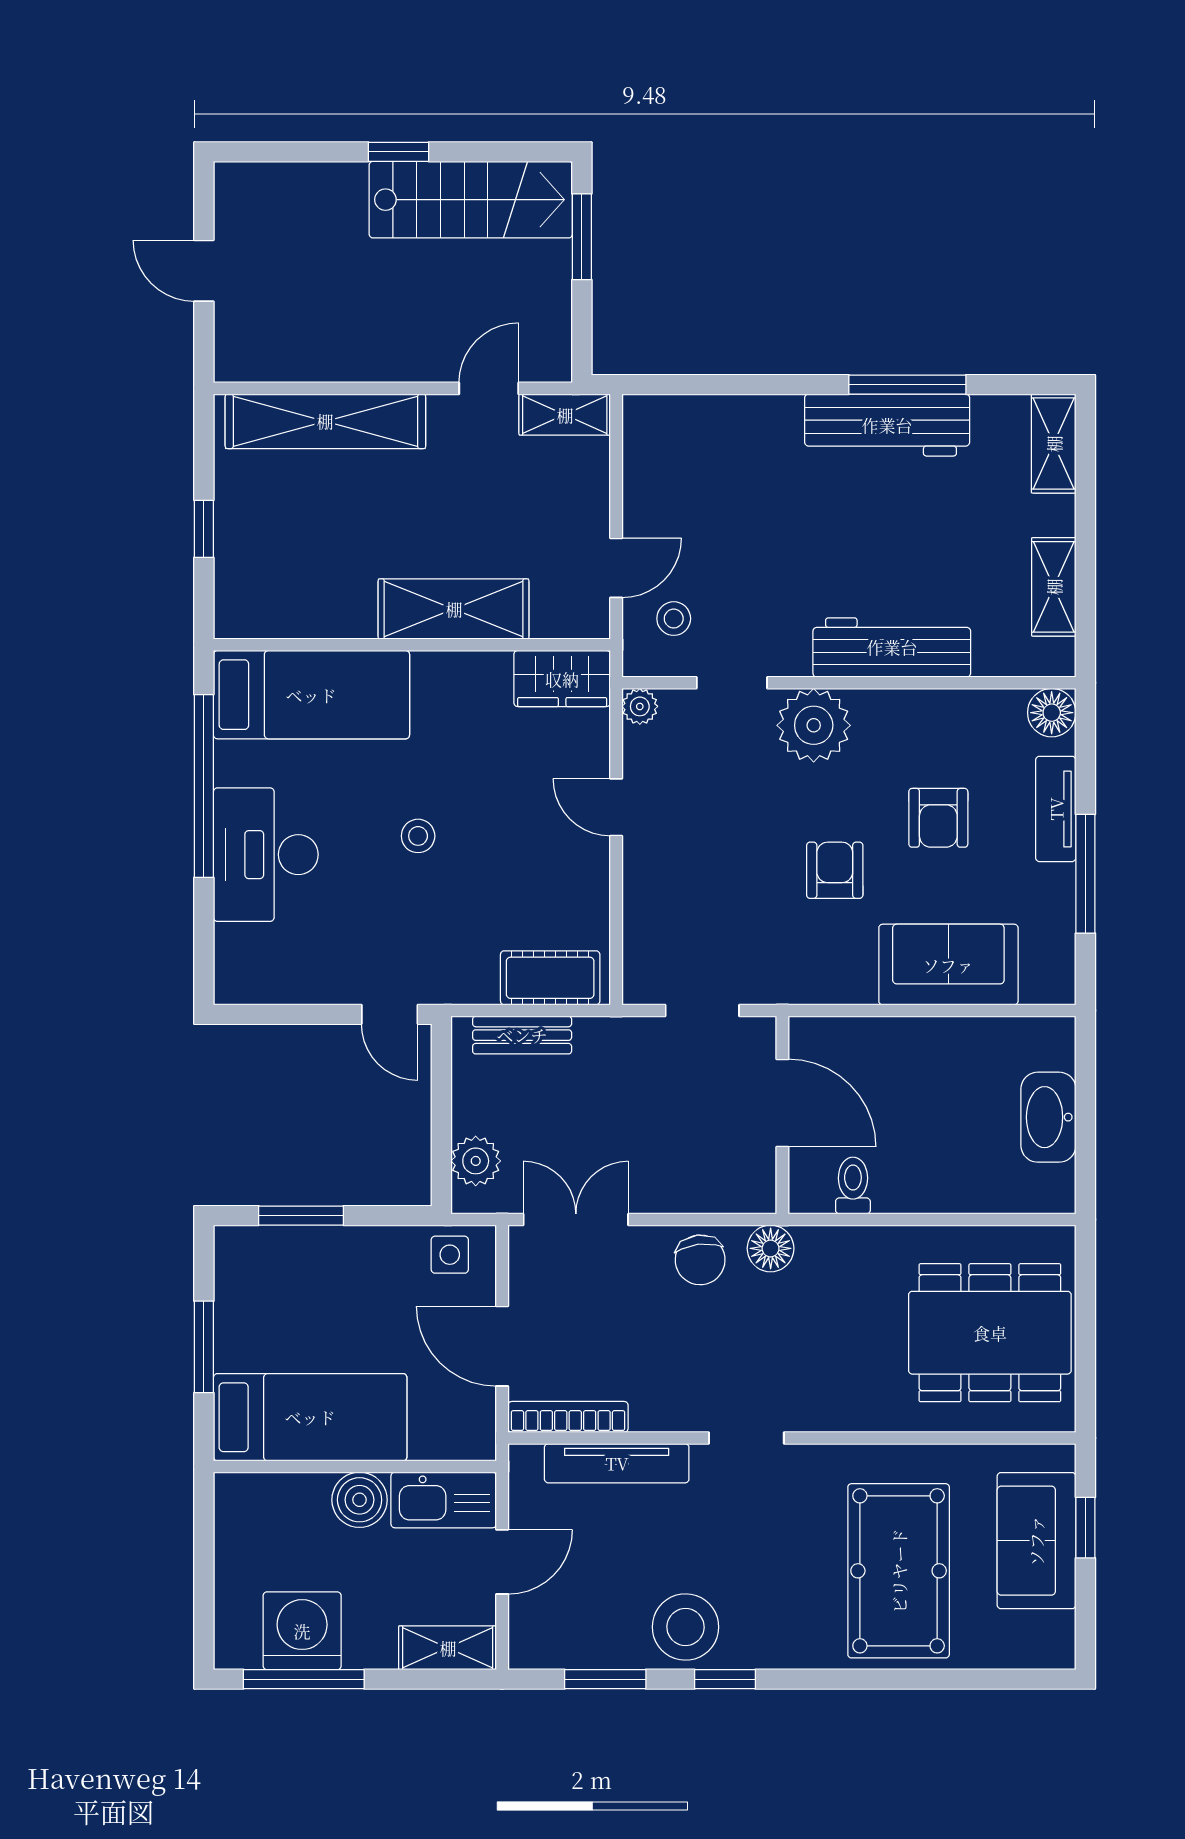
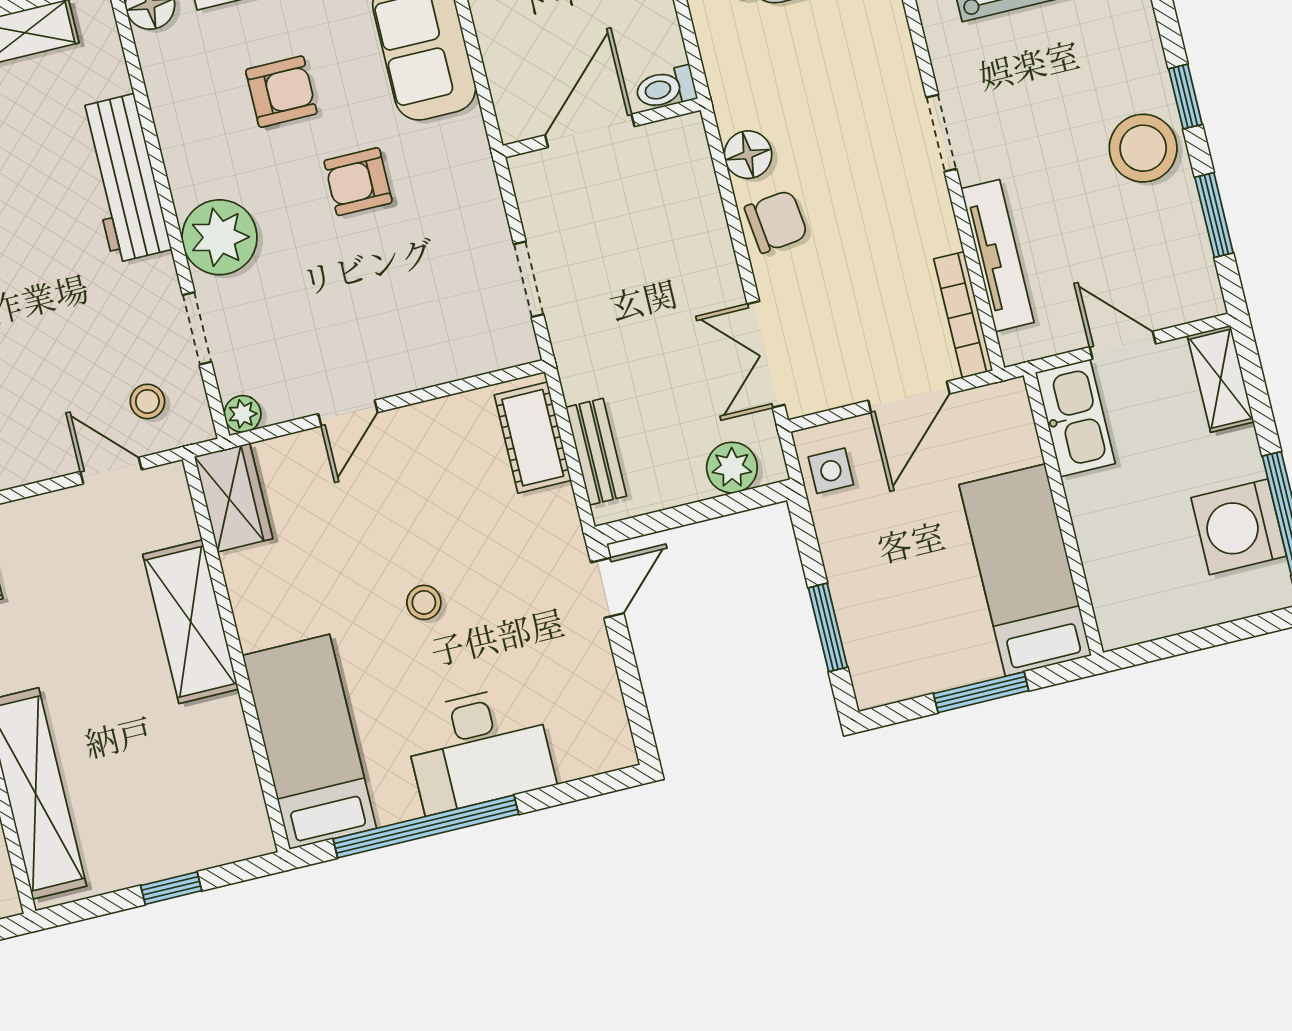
door: (782, 1103) -> (590, 131), moved
wall: (782, 1115) -> (602, 128), moved
boiler: (360, 1500) -> (1095, 501), removed

